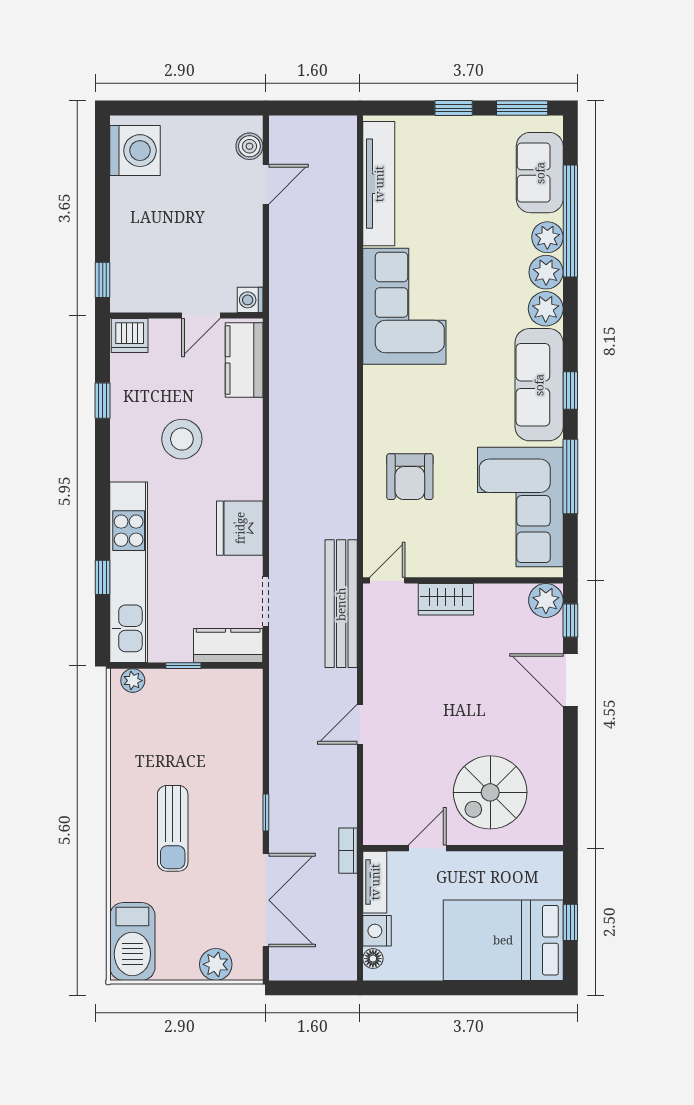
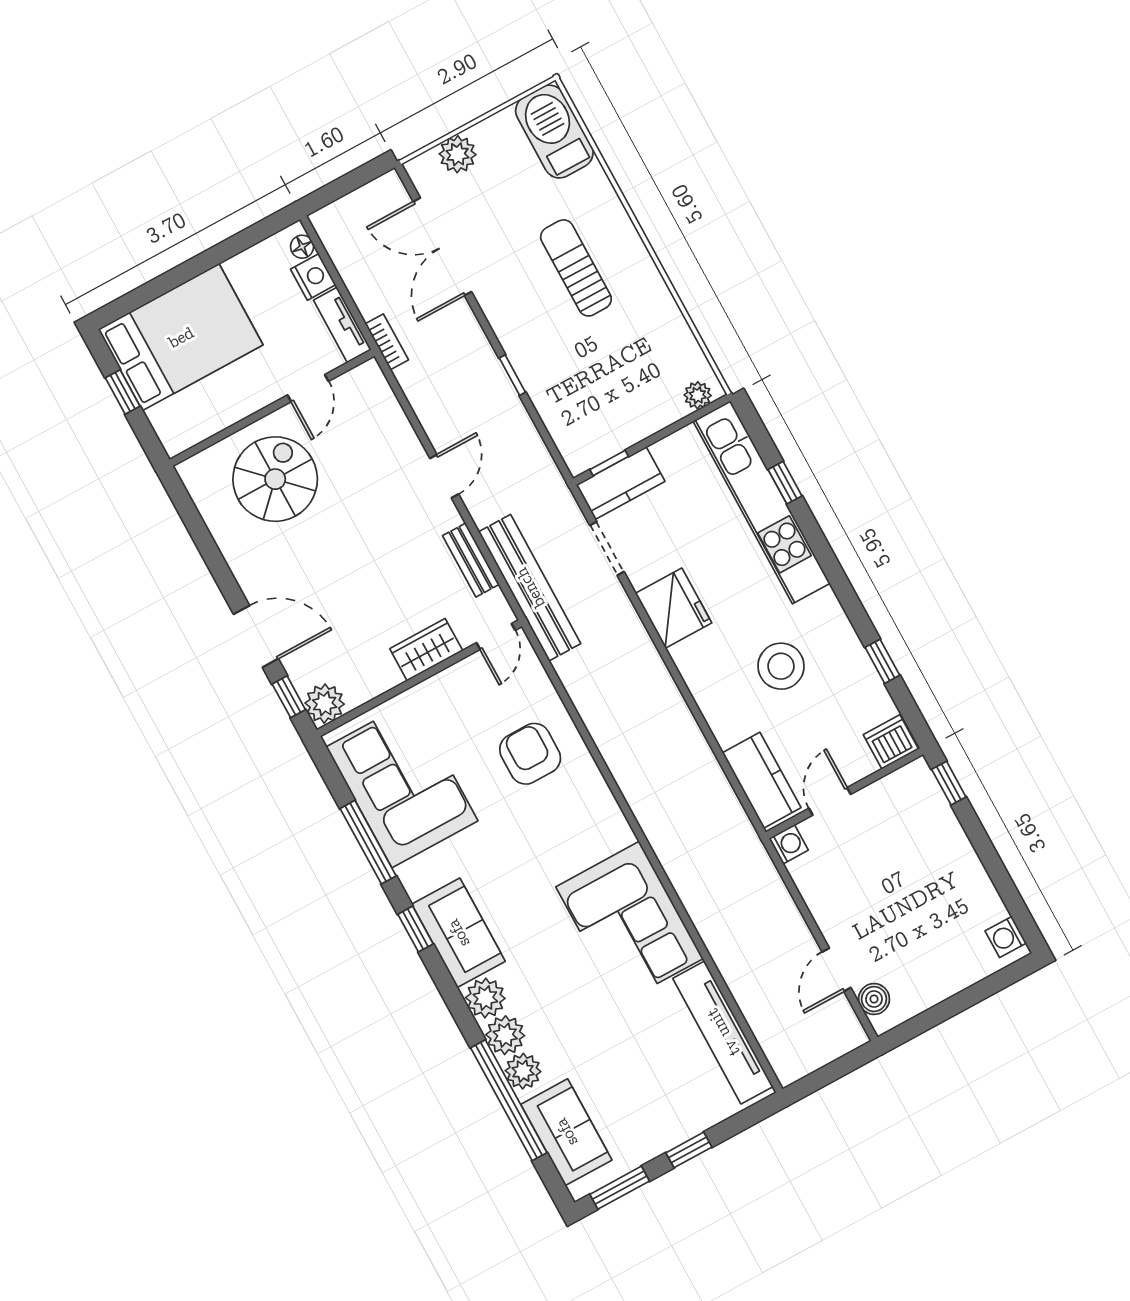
washing machine: (135, 151) -> (1006, 937), width x0.53, depth x0.53
sofa: (539, 385) -> (458, 933), width x0.73
bench: (375, 649) -> (471, 560), added
window: (183, 666) -> (609, 463), moved
window: (266, 813) -> (512, 375), moved

